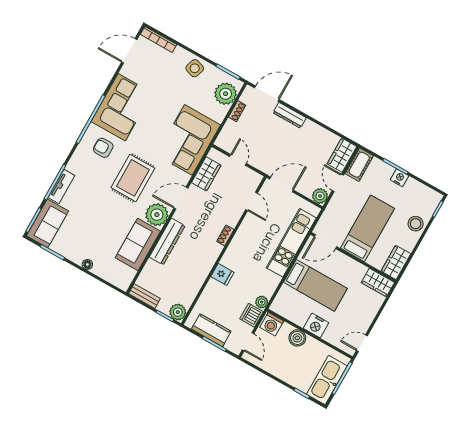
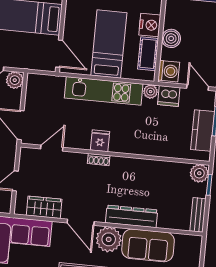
kitchen unit: (291, 243) -> (104, 91), moved
fridge: (222, 274) -> (100, 141), moved
cot: (293, 314) -> (148, 54), added
door: (248, 342) -> (198, 87), hinge flipped

